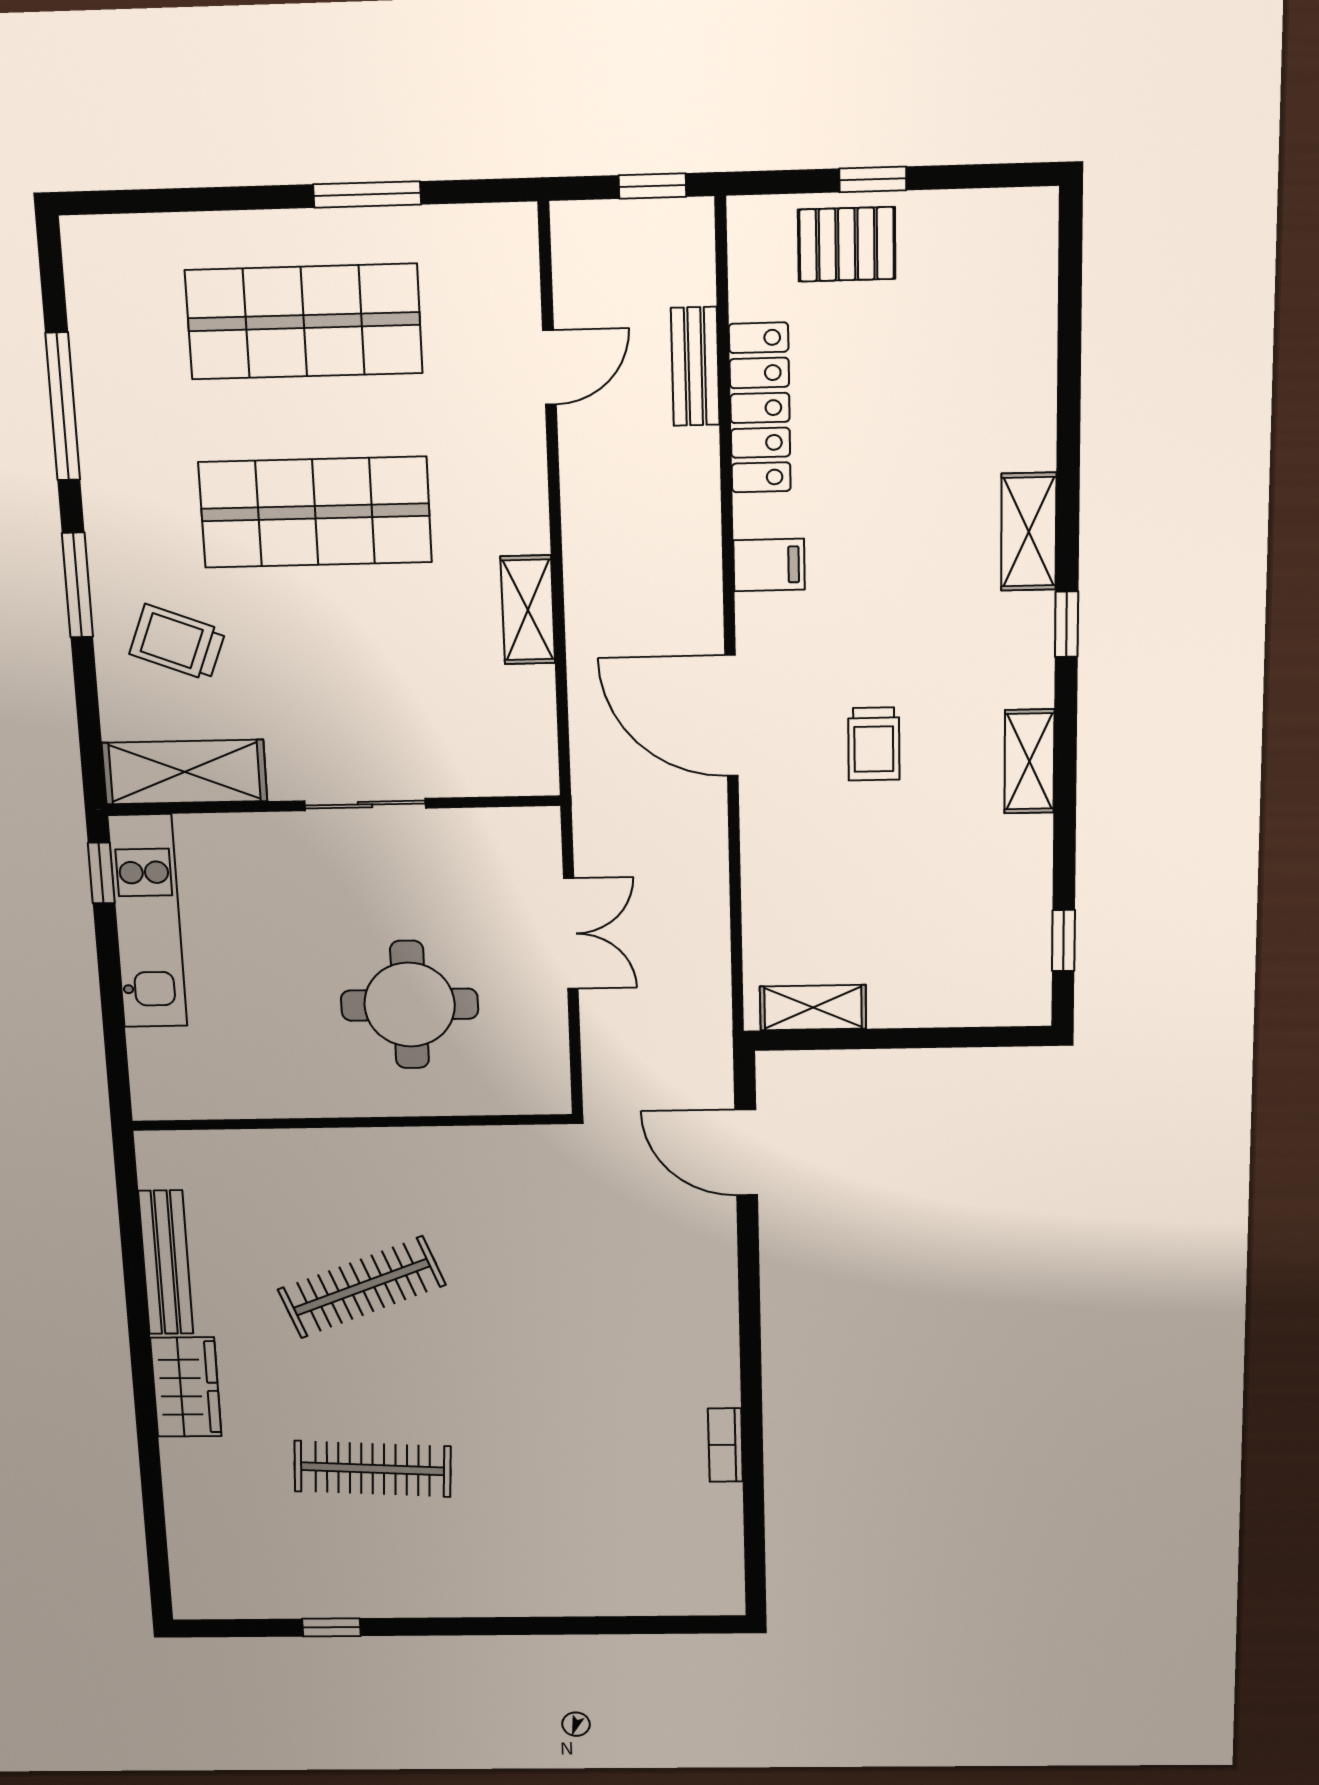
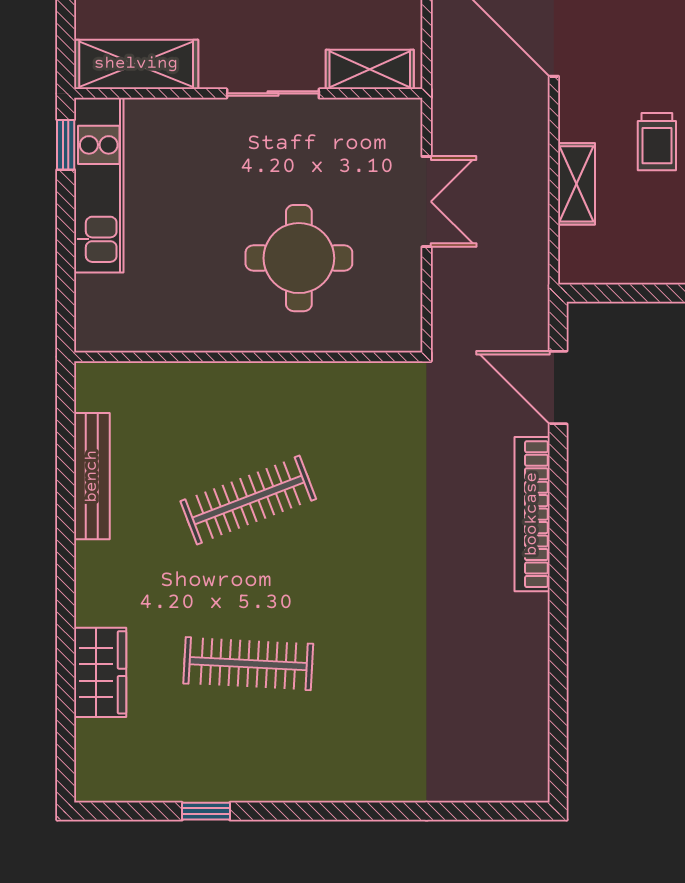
trolley: (874, 744) -> (657, 142), moved
shelving: (490, 772) -> (370, 69), added
shelving: (813, 1008) -> (577, 184), moved, turned 90
wardrobe: (186, 1387) -> (100, 672), moved
bookcase: (725, 1445) -> (532, 514), moved, width x2.31, depth x1.31

